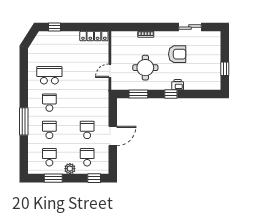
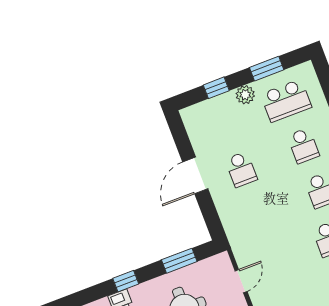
school desk: (49, 157) -> (286, 101), width x1.85
school desk: (87, 157) -> (224, 124), removed
window: (94, 178) -> (216, 88), moved

